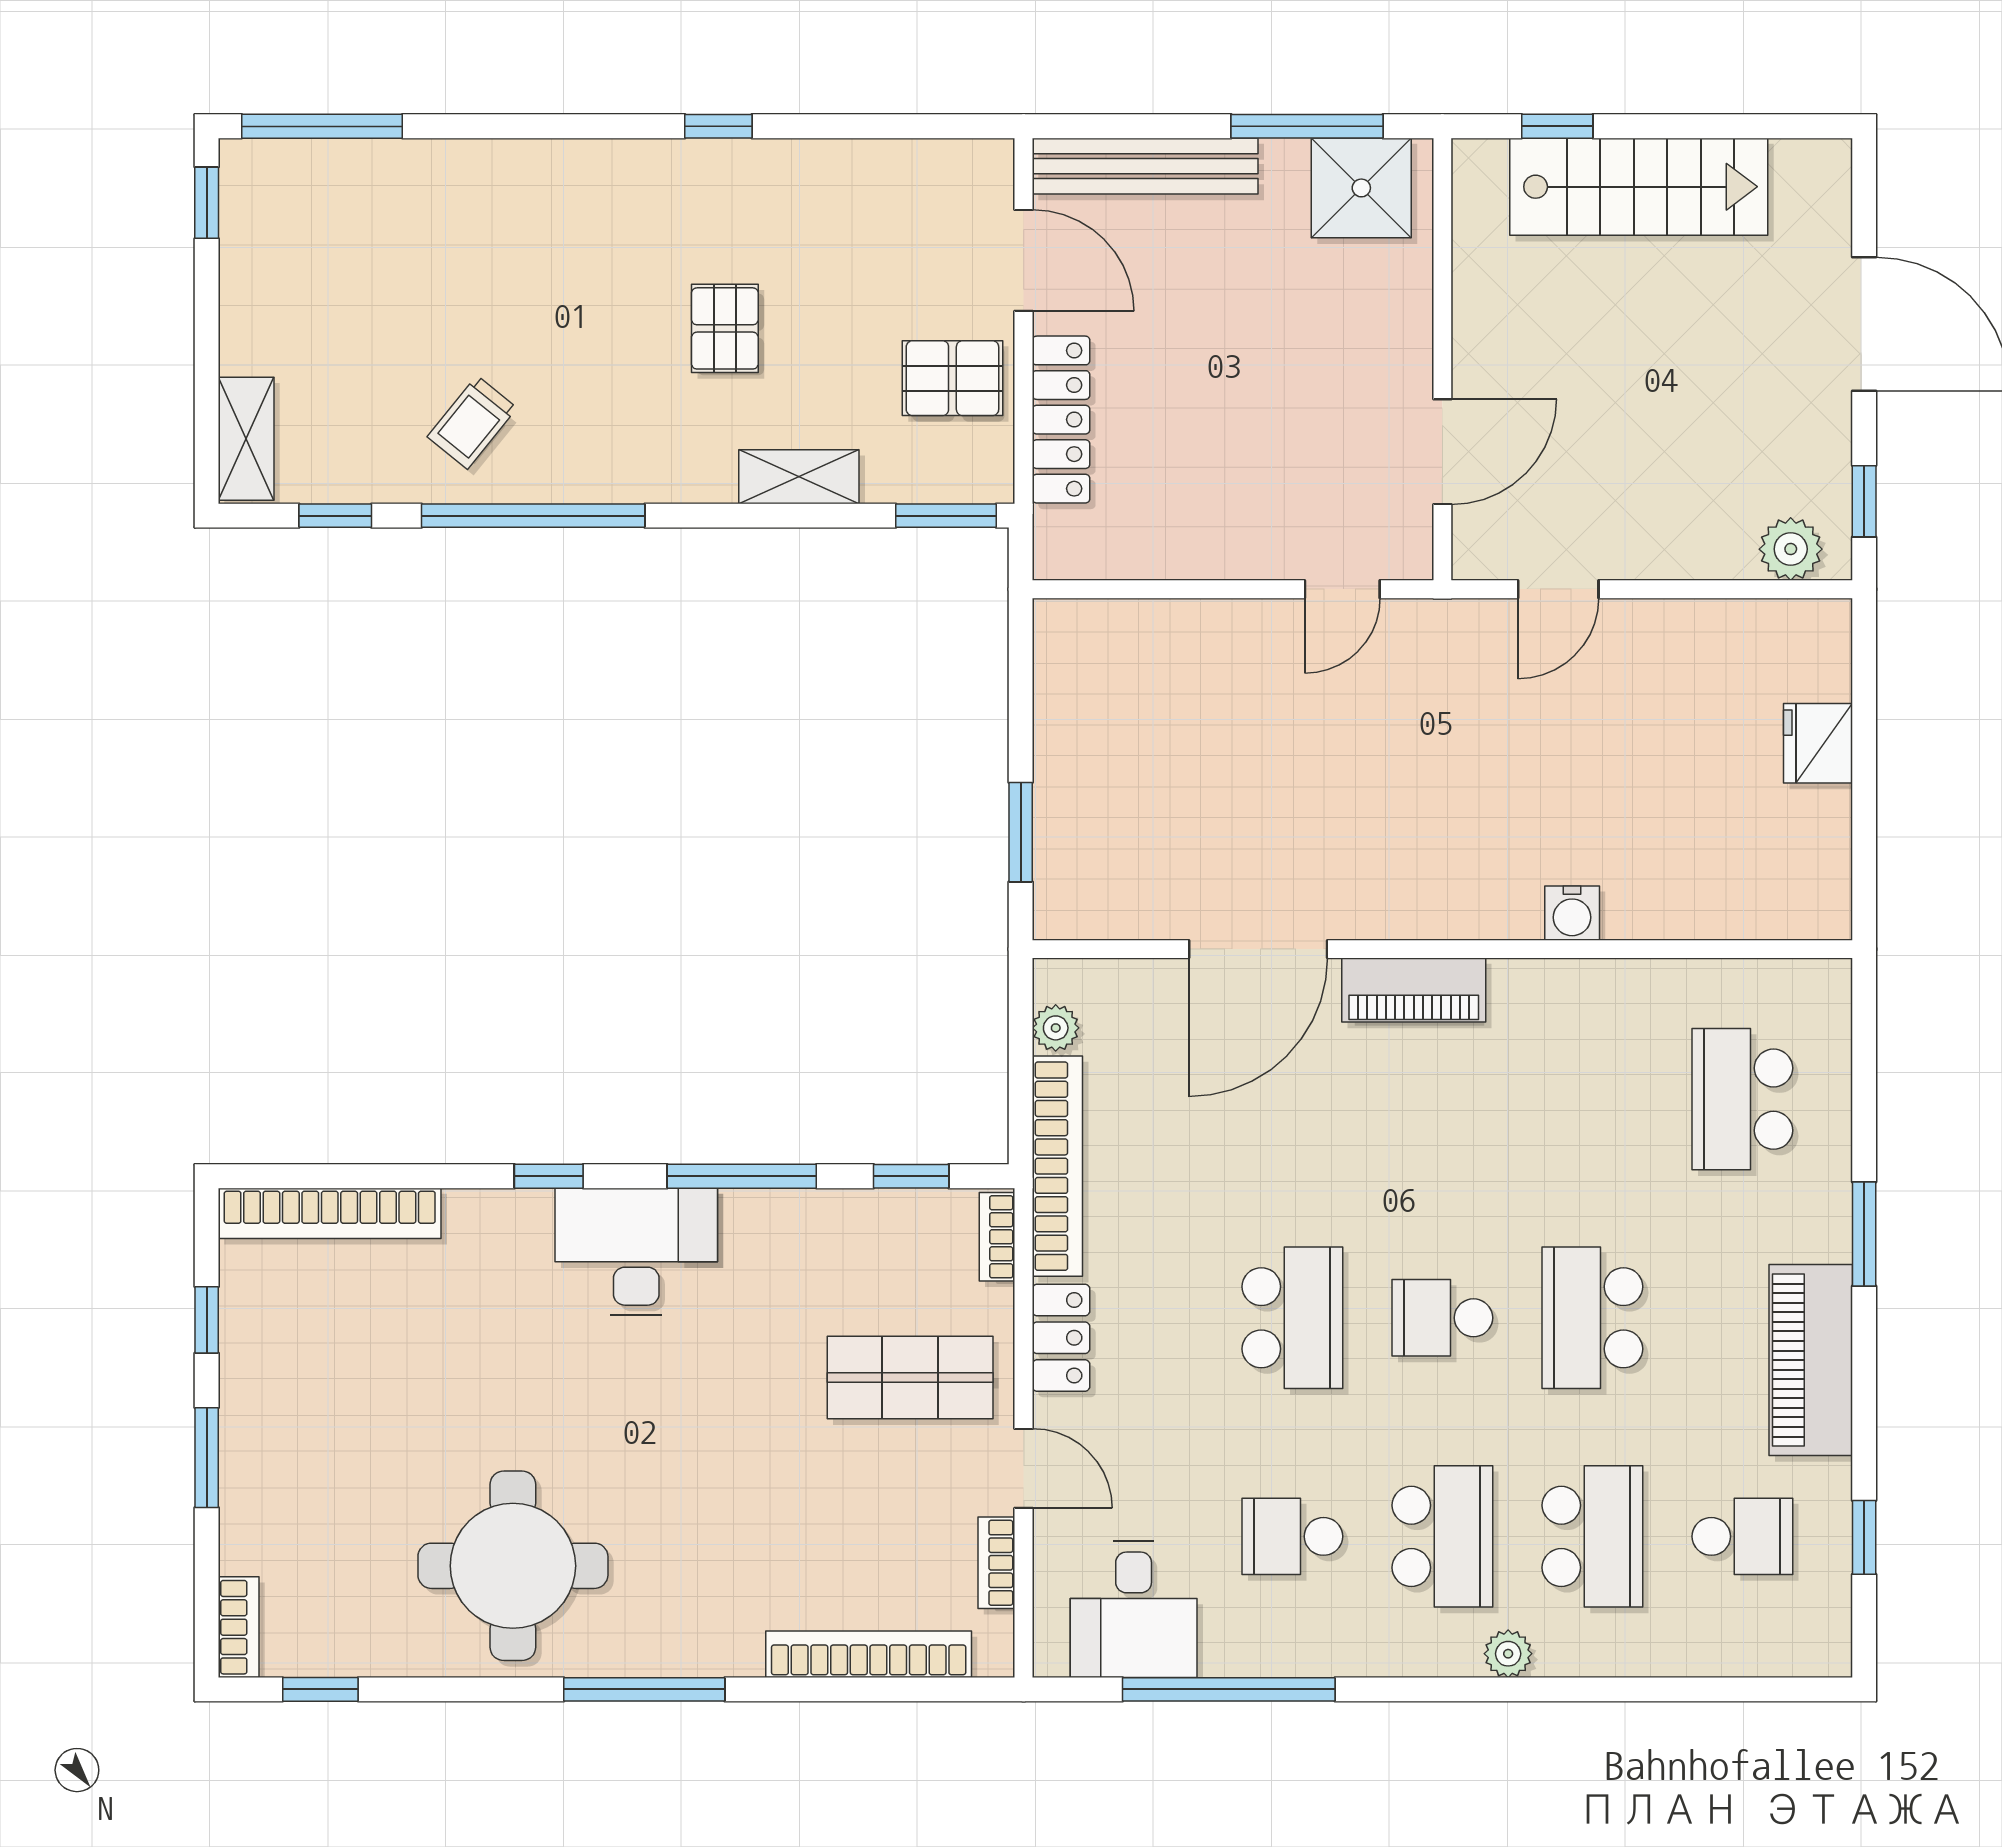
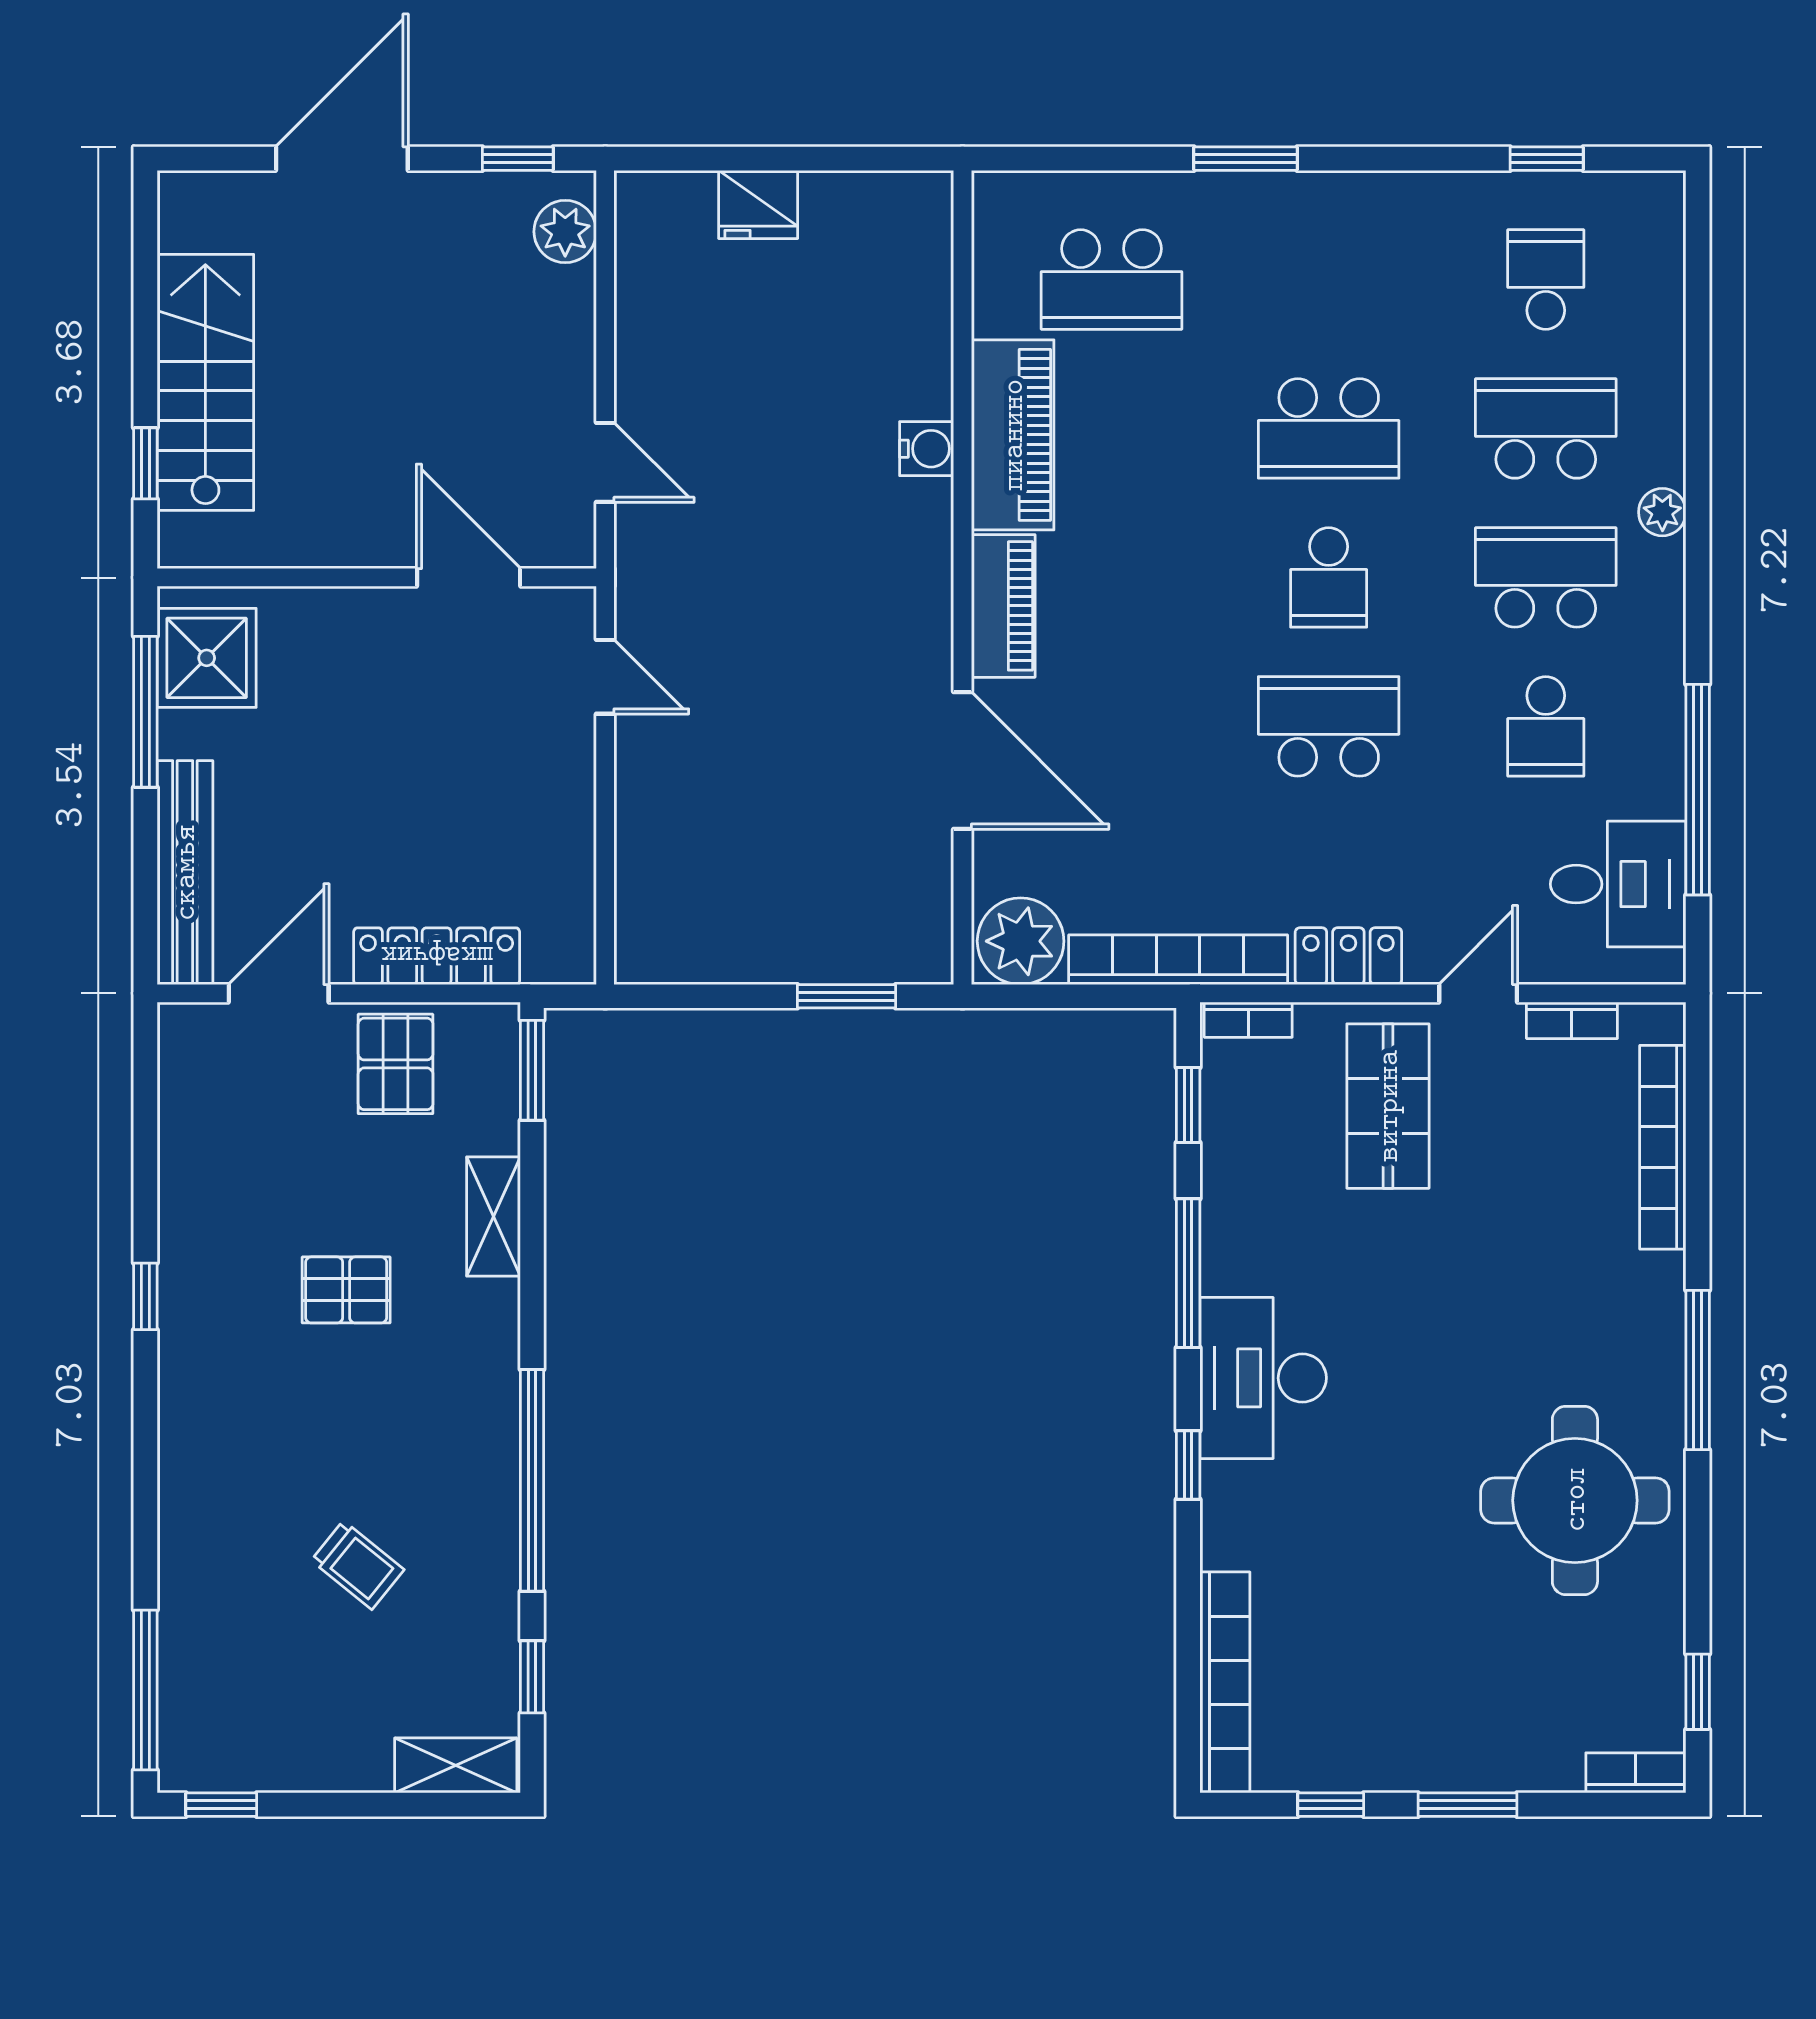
trolley: (472, 422) -> (358, 1565), moved
plant: (1056, 1028) -> (1021, 941), width x1.88, depth x1.88
piano: (1811, 1360) -> (1013, 435), moved, turned -90

